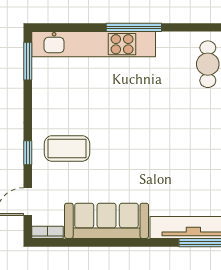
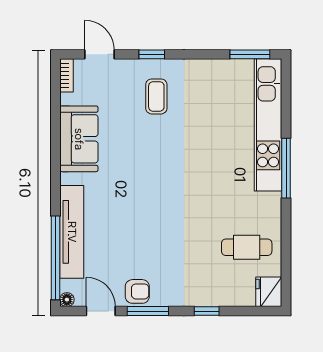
coffee table: (67, 148) -> (156, 96), width x0.73, depth x0.77
sofa: (107, 221) -> (79, 139), width x0.73

